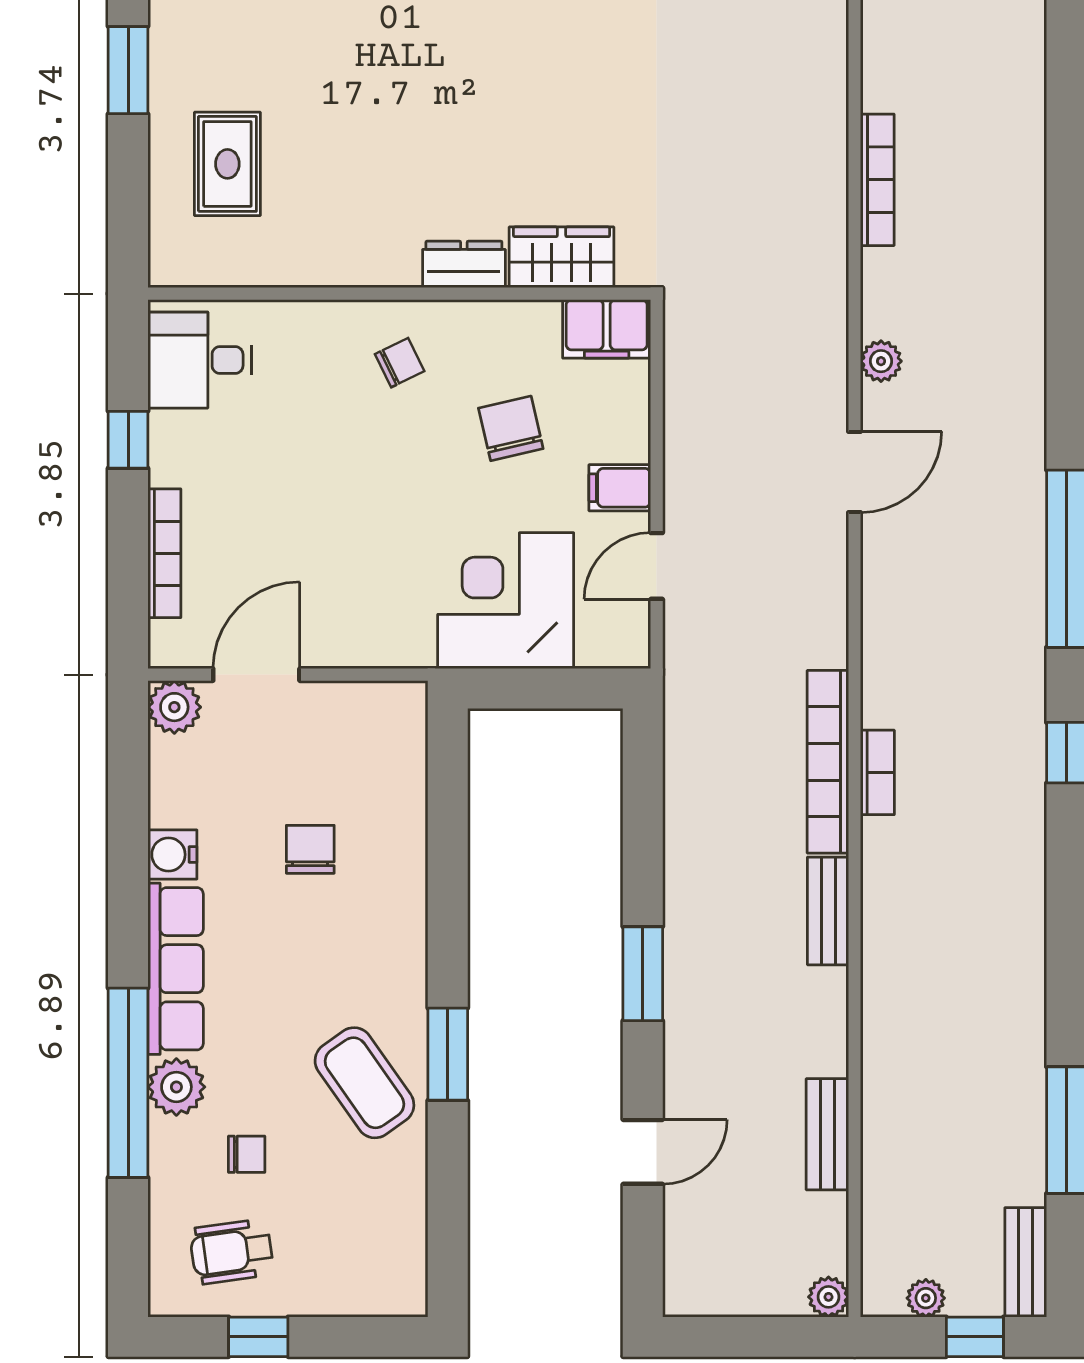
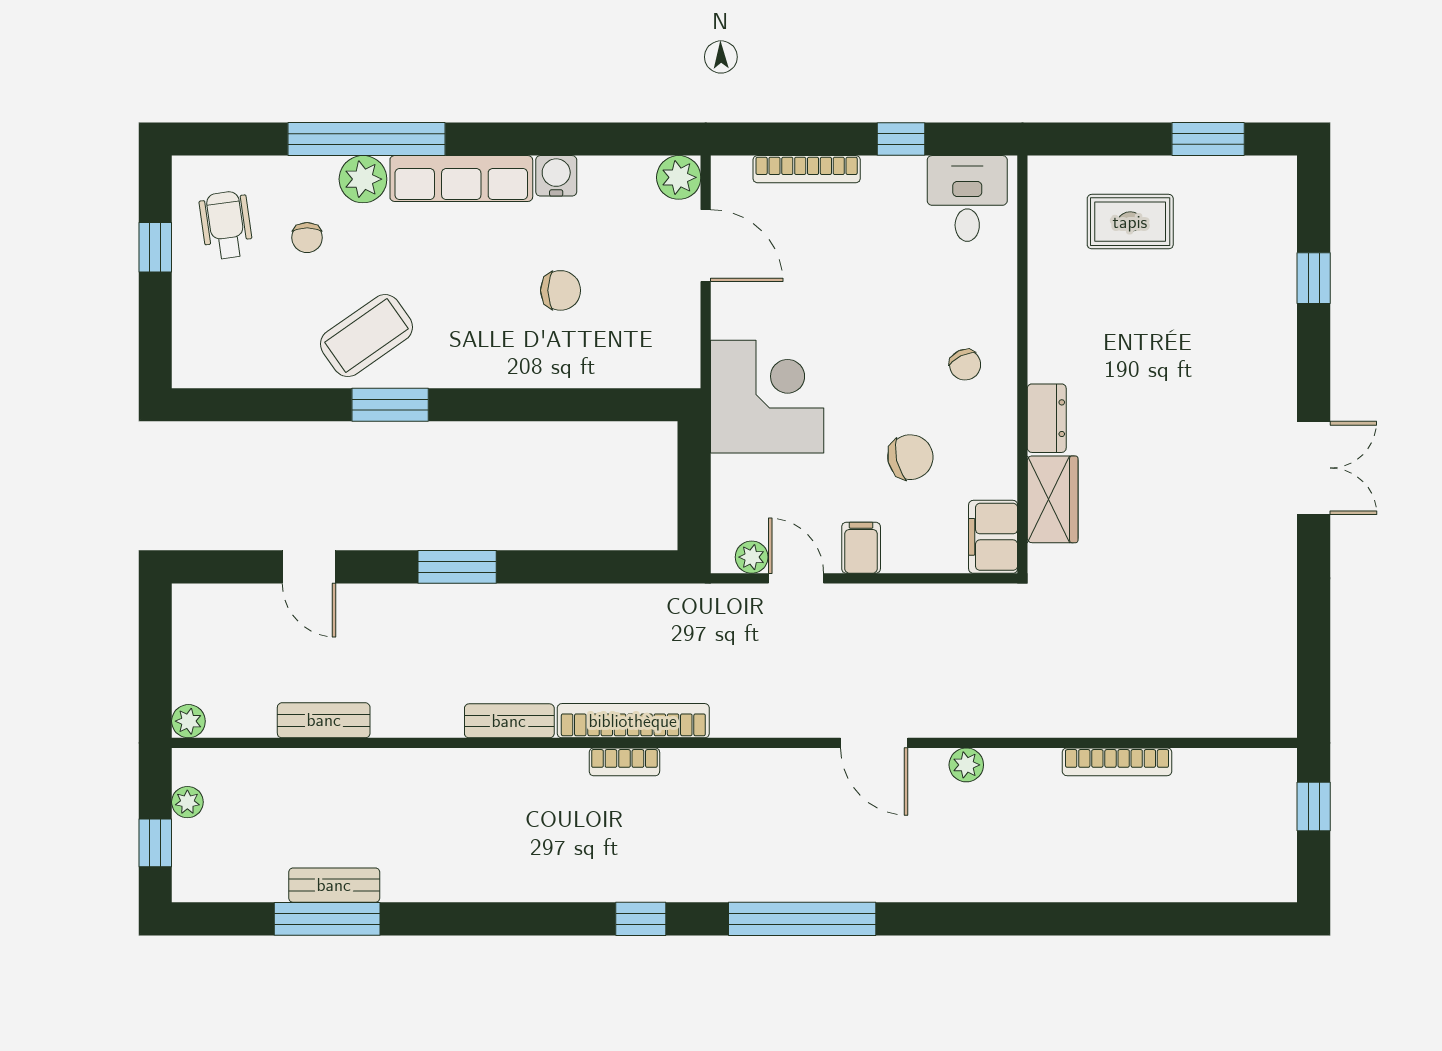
corner desk: (506, 601) -> (767, 397), moved
plant: (631, 619) -> (752, 557), added
bench: (1026, 1262) -> (334, 885), moved

